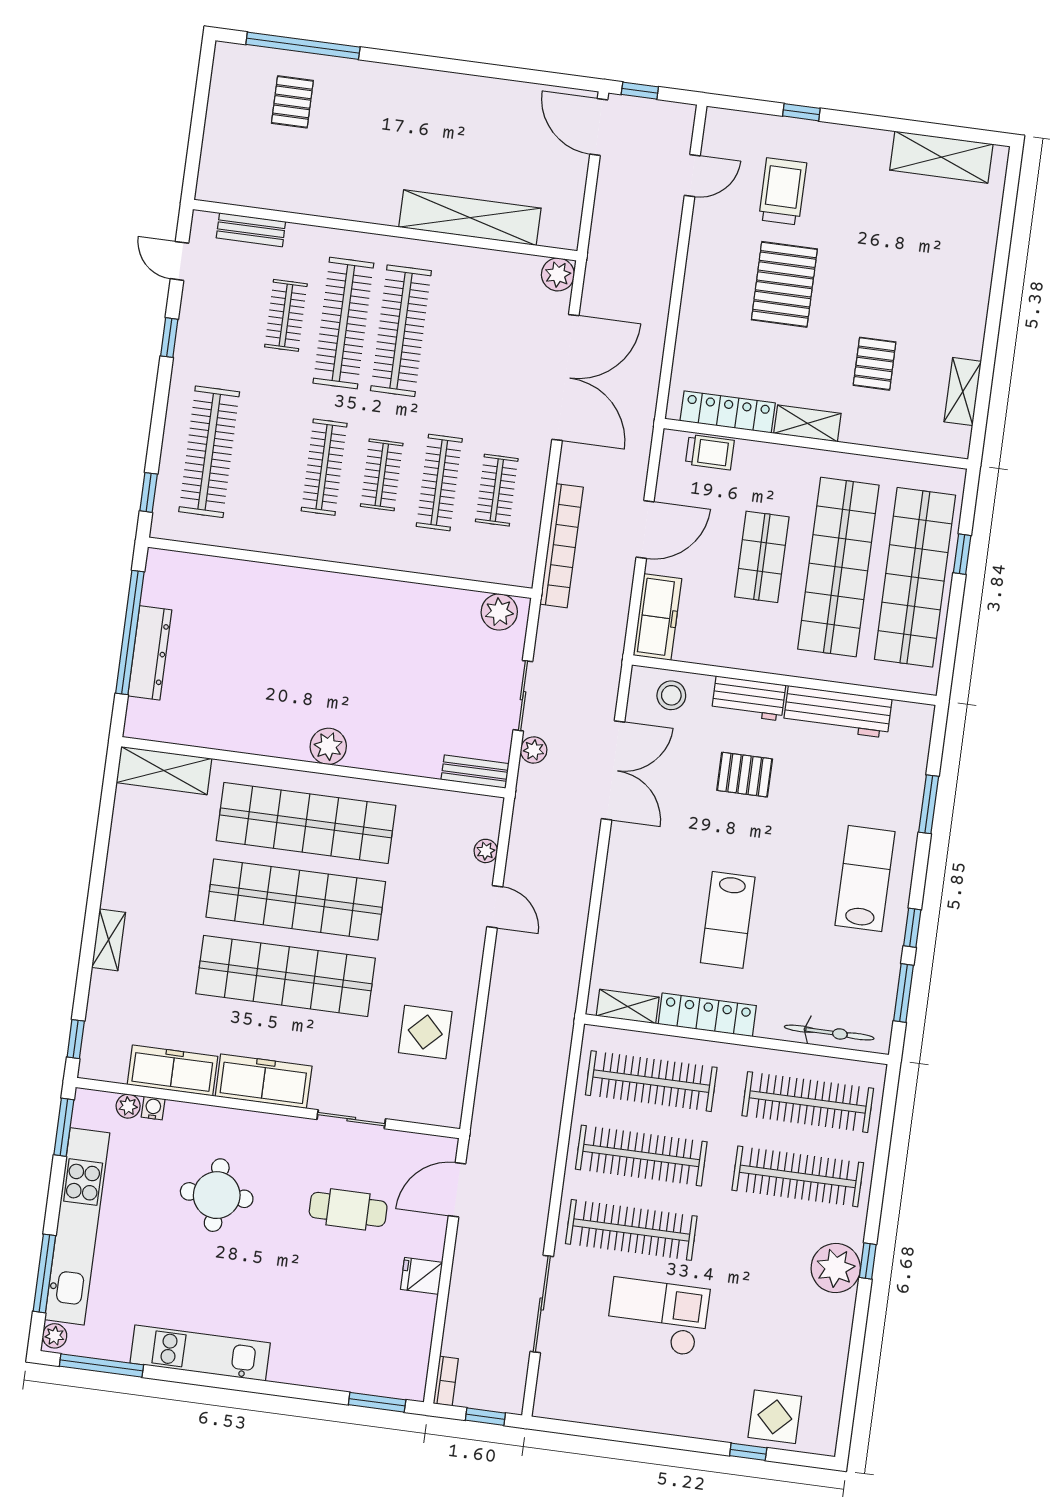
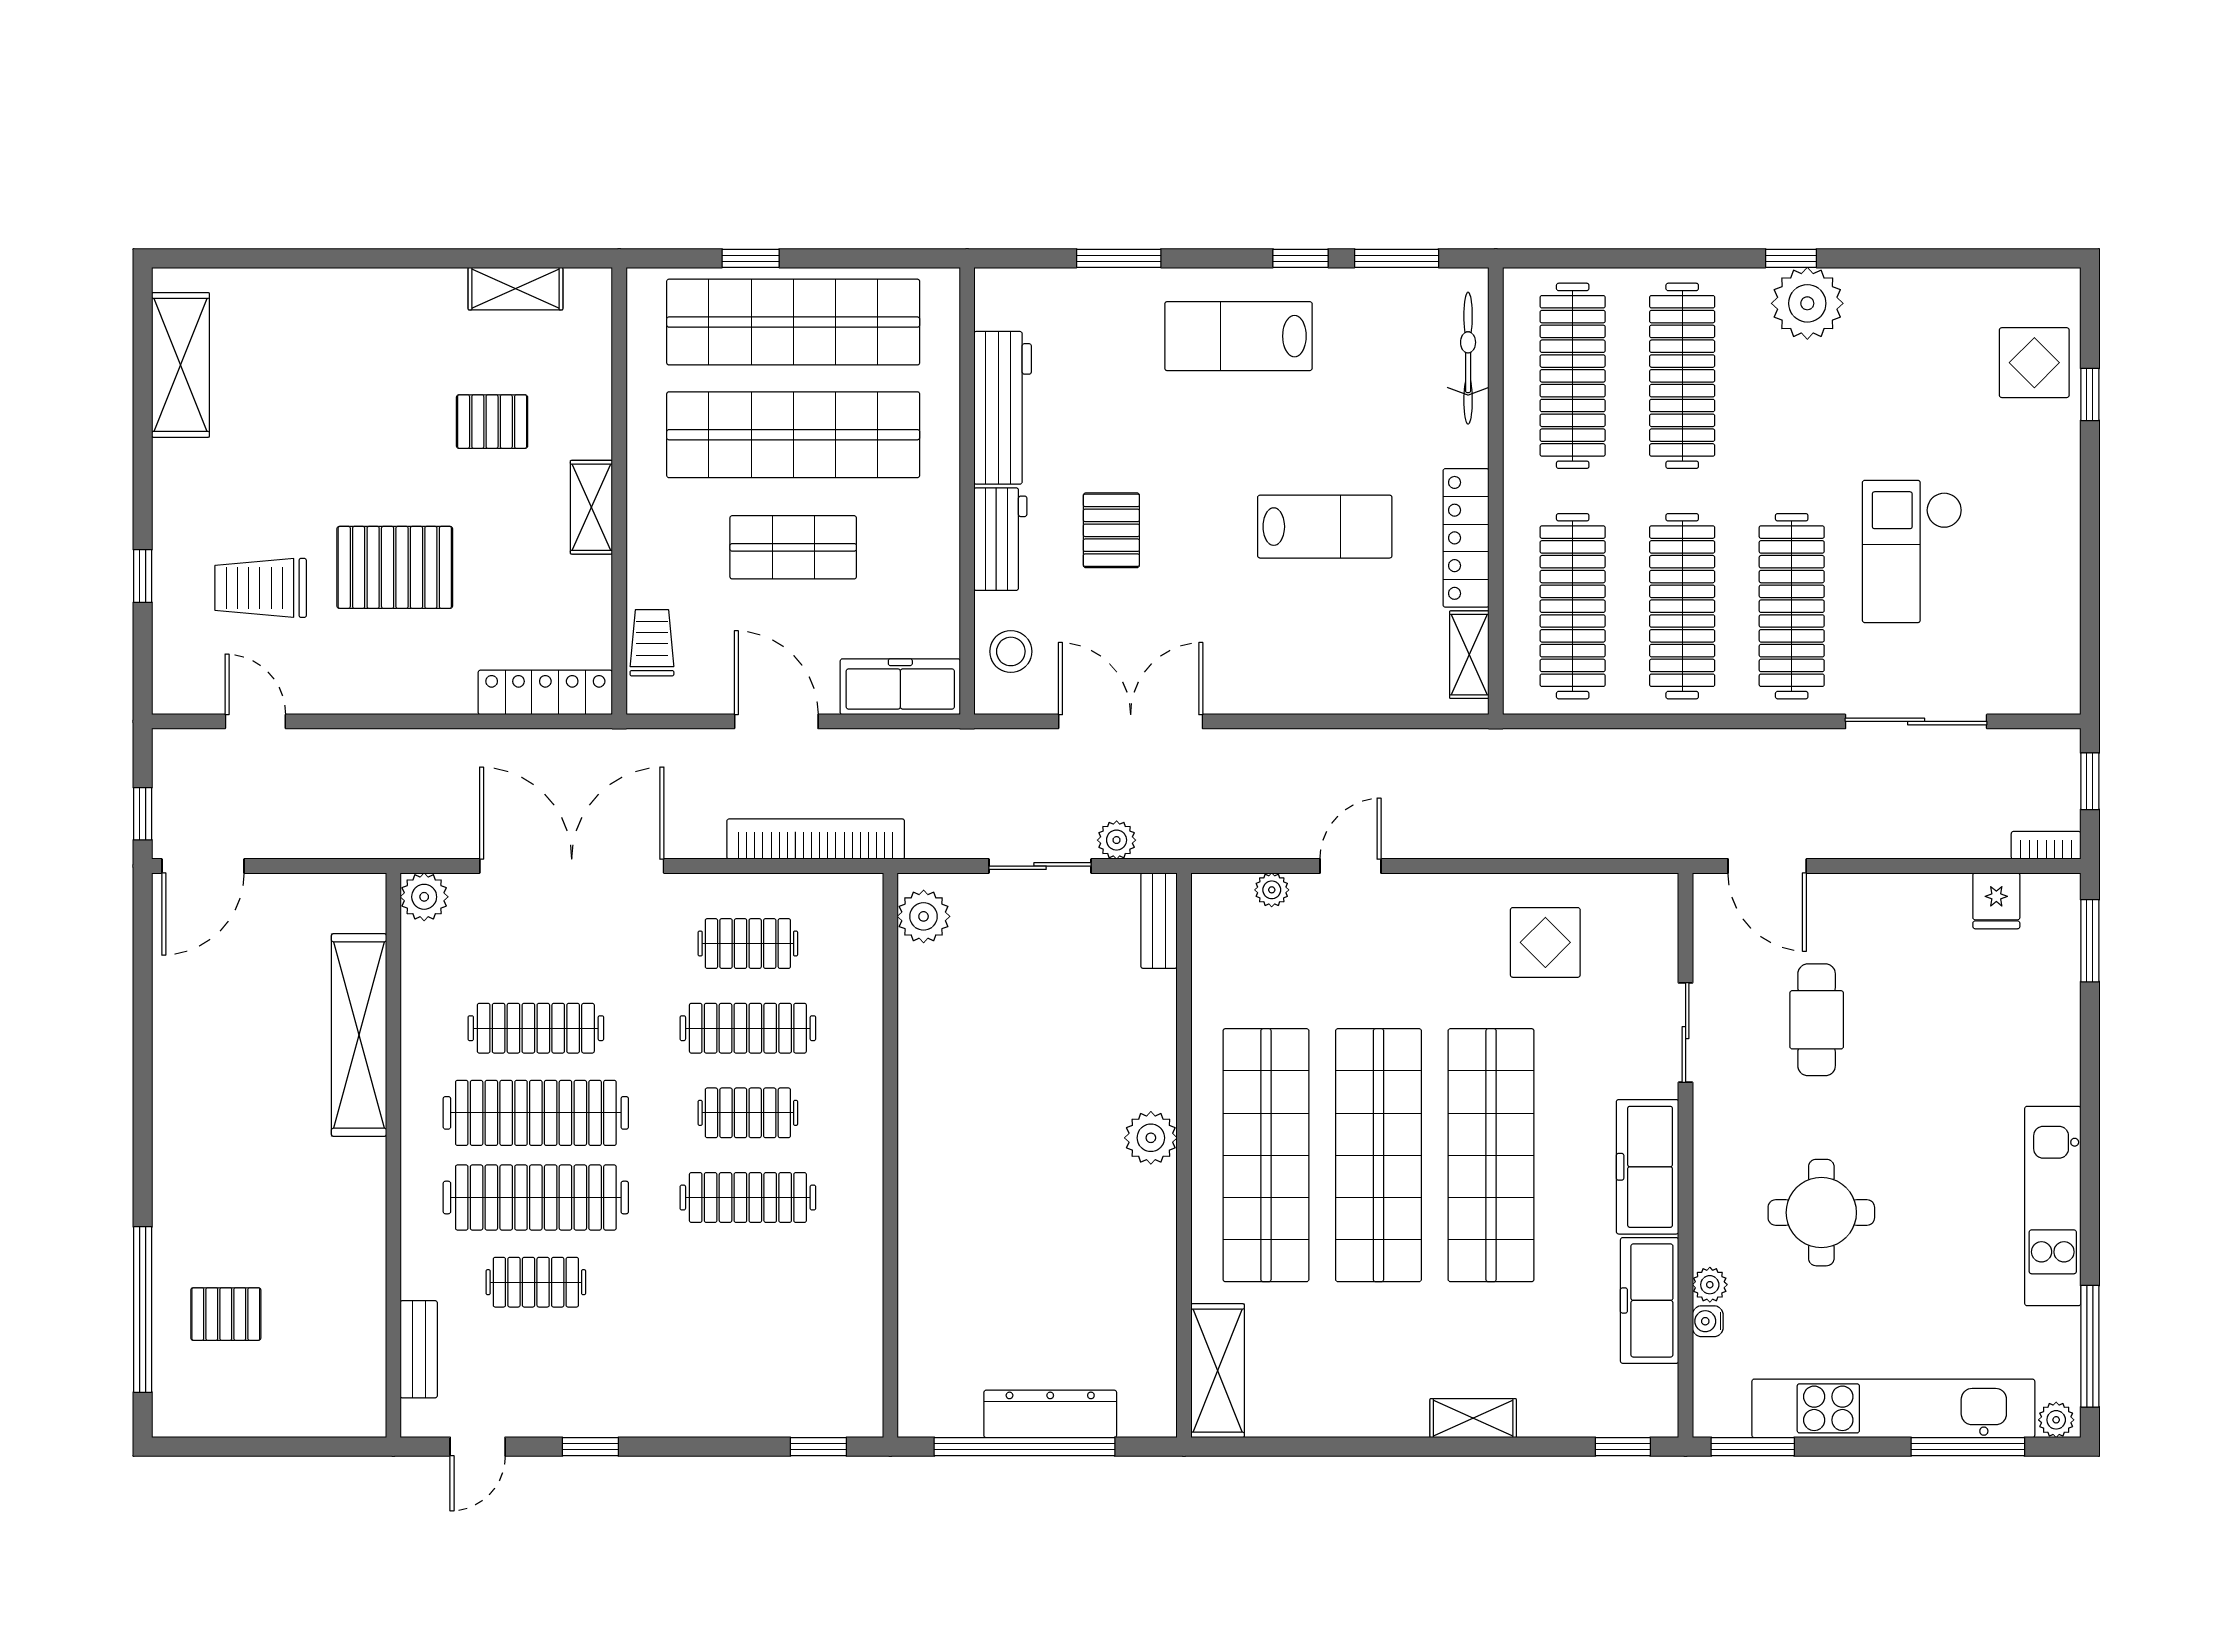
locker: (728, 412) -> (545, 692), moved, turned 90
clothes rail: (209, 452) -> (536, 1028), moved, width x0.73, depth x0.76
plant: (128, 1106) -> (1710, 1285), moved
fridge: (421, 1276) -> (1996, 901), moved

